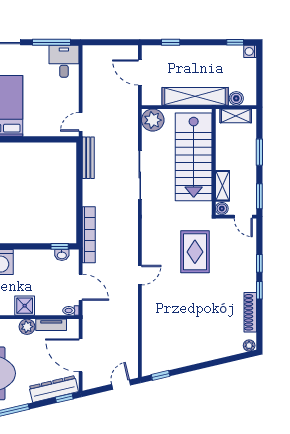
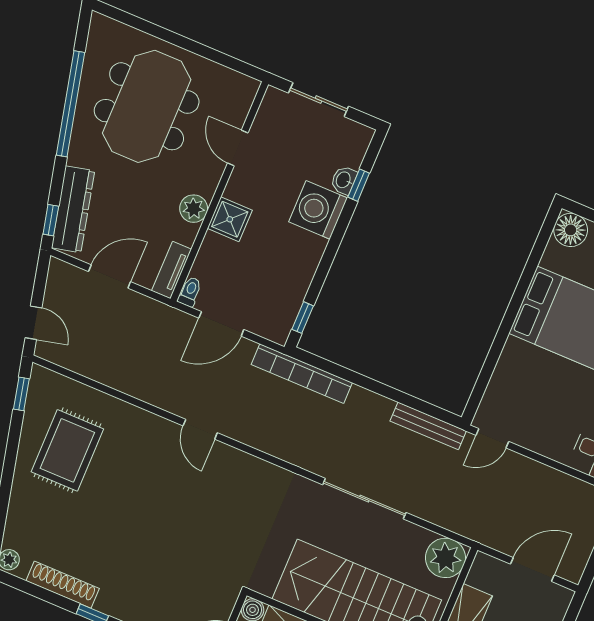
door: (81, 122) -> (492, 438), swing flipped
rug: (195, 252) -> (67, 450), moved, turned 90
washbasin: (62, 255) -> (287, 315), removed
tv unit: (51, 325) -> (171, 270), moved
door: (81, 355) -> (110, 277), width x0.73

